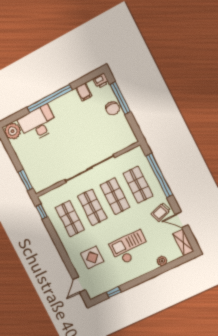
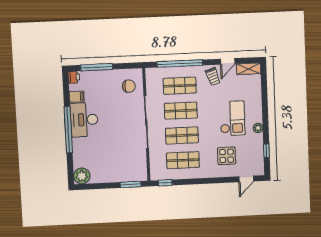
chair: (113, 108) -> (129, 86), moved
desk: (38, 124) -> (84, 120), moved
checkout: (130, 248) -> (232, 118), turned 180
plant: (162, 261) -> (258, 128), moved
door: (79, 285) -> (246, 179), hinge flipped

